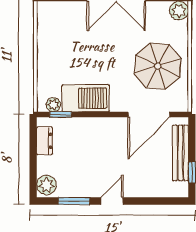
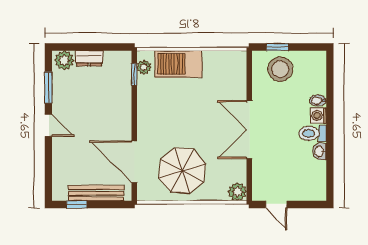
barbecue: (86, 98) -> (178, 64), moved, turned 90
dresser: (44, 141) -> (89, 58), moved

